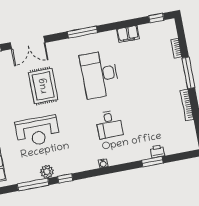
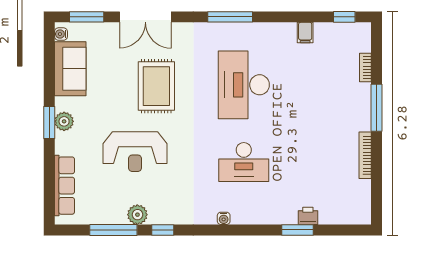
filing cabinet: (128, 34) -> (305, 33), width x0.50
desk: (109, 124) -> (244, 162), width x1.37

